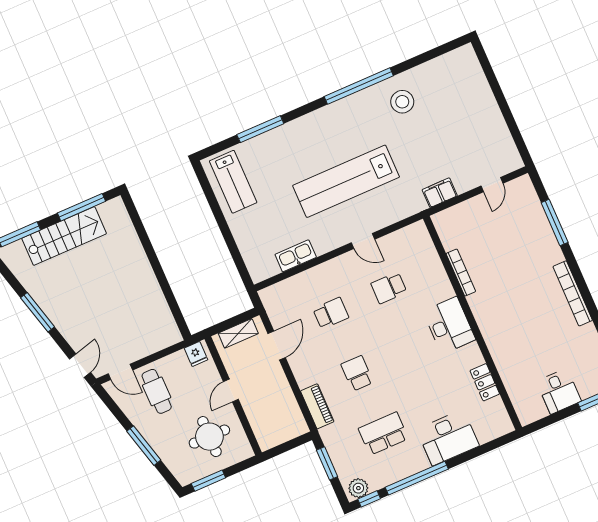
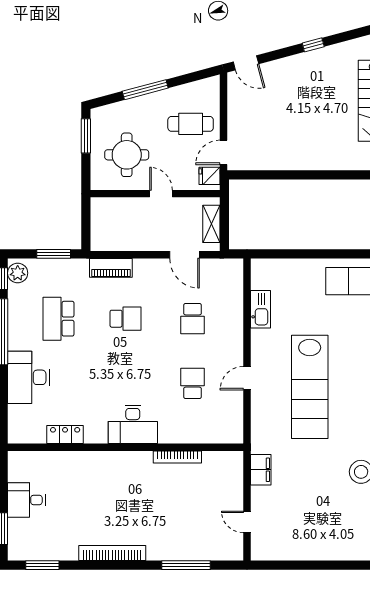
lab bench: (346, 181) -> (310, 387), turned 180
window: (38, 312) -> (313, 45), width x0.46
door: (120, 372) -> (224, 152), moved
school desk: (383, 434) -> (59, 319), turned 180

